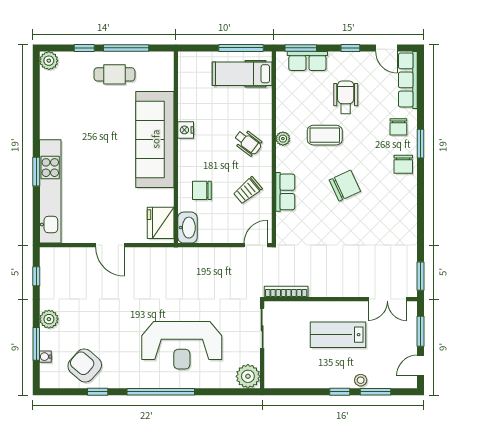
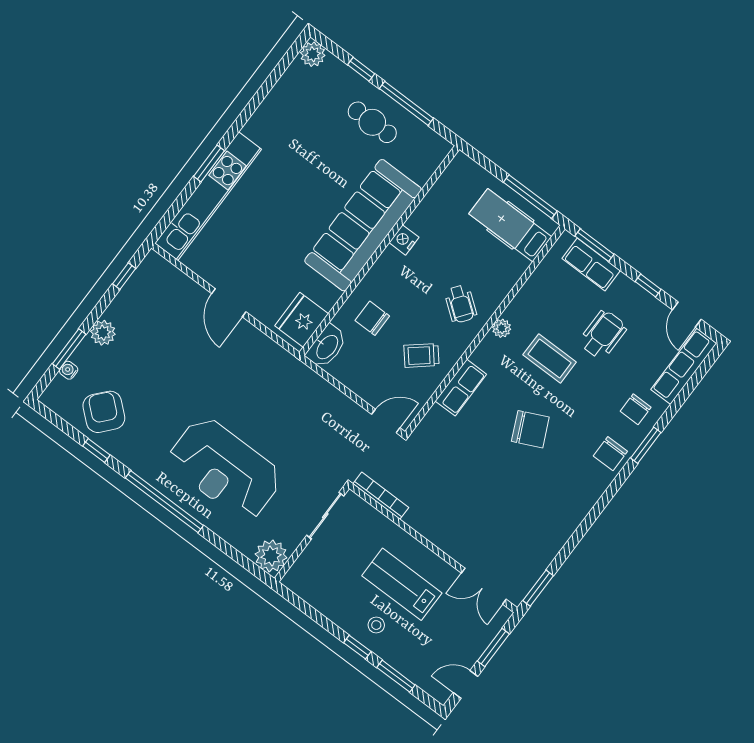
stool: (361, 380) -> (376, 625), moved

